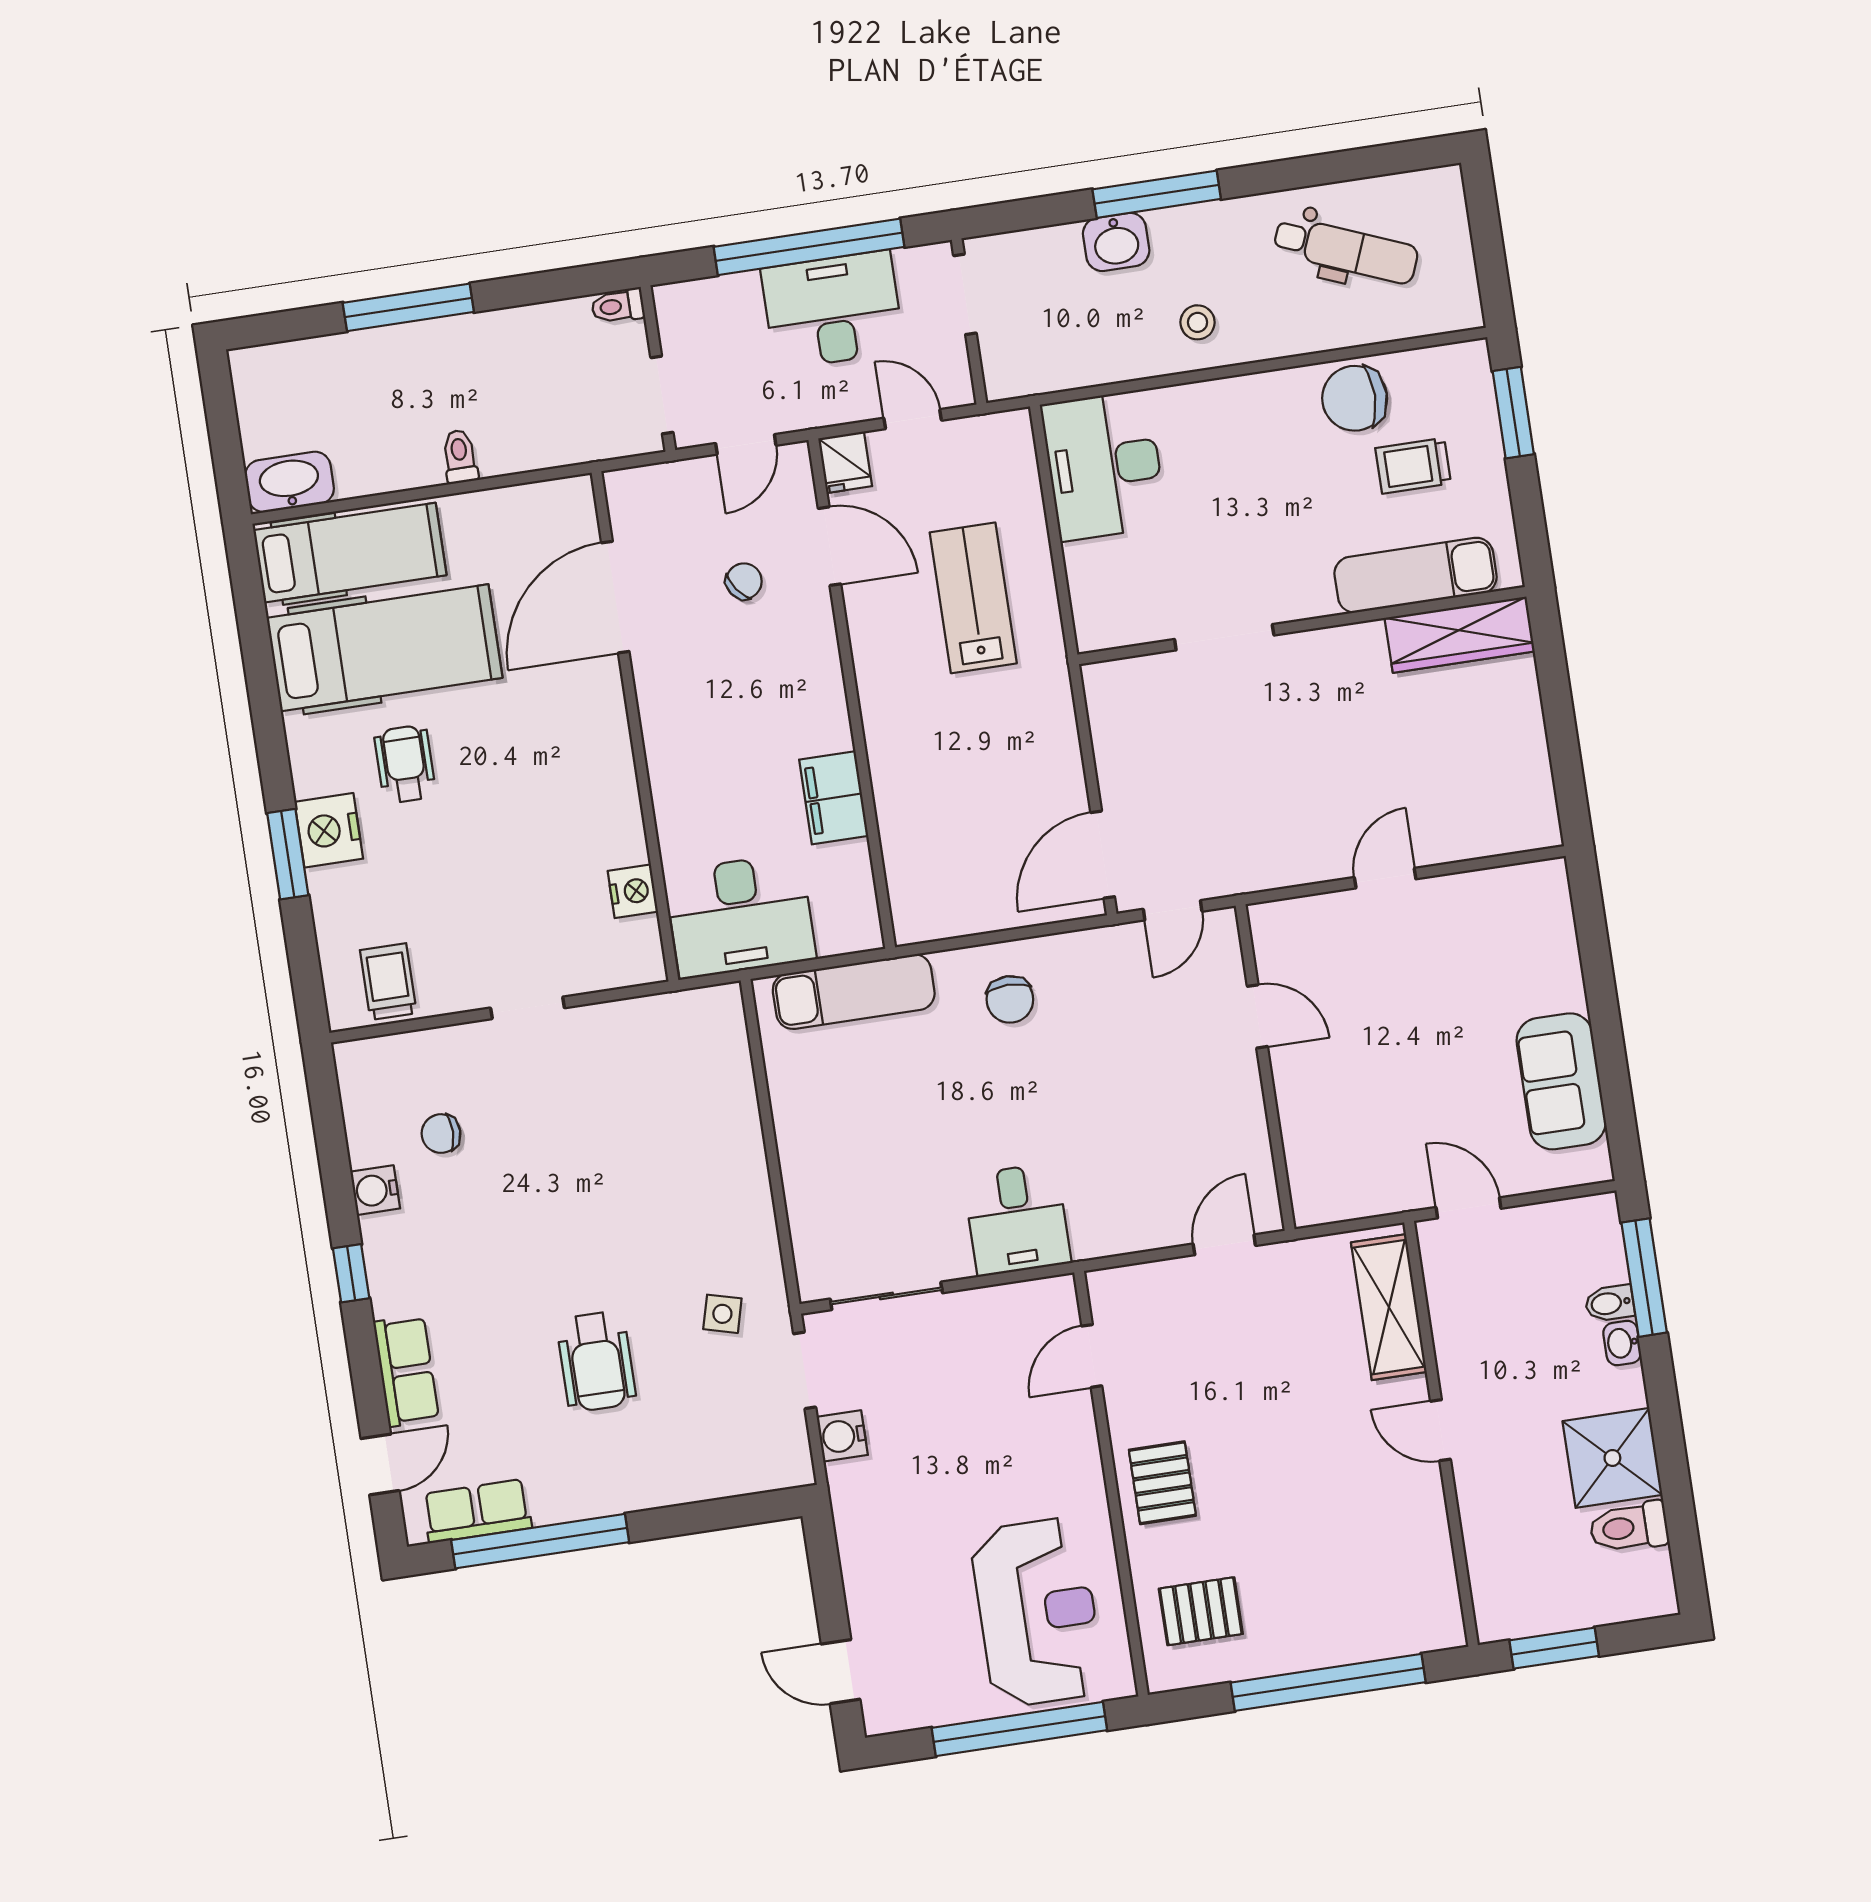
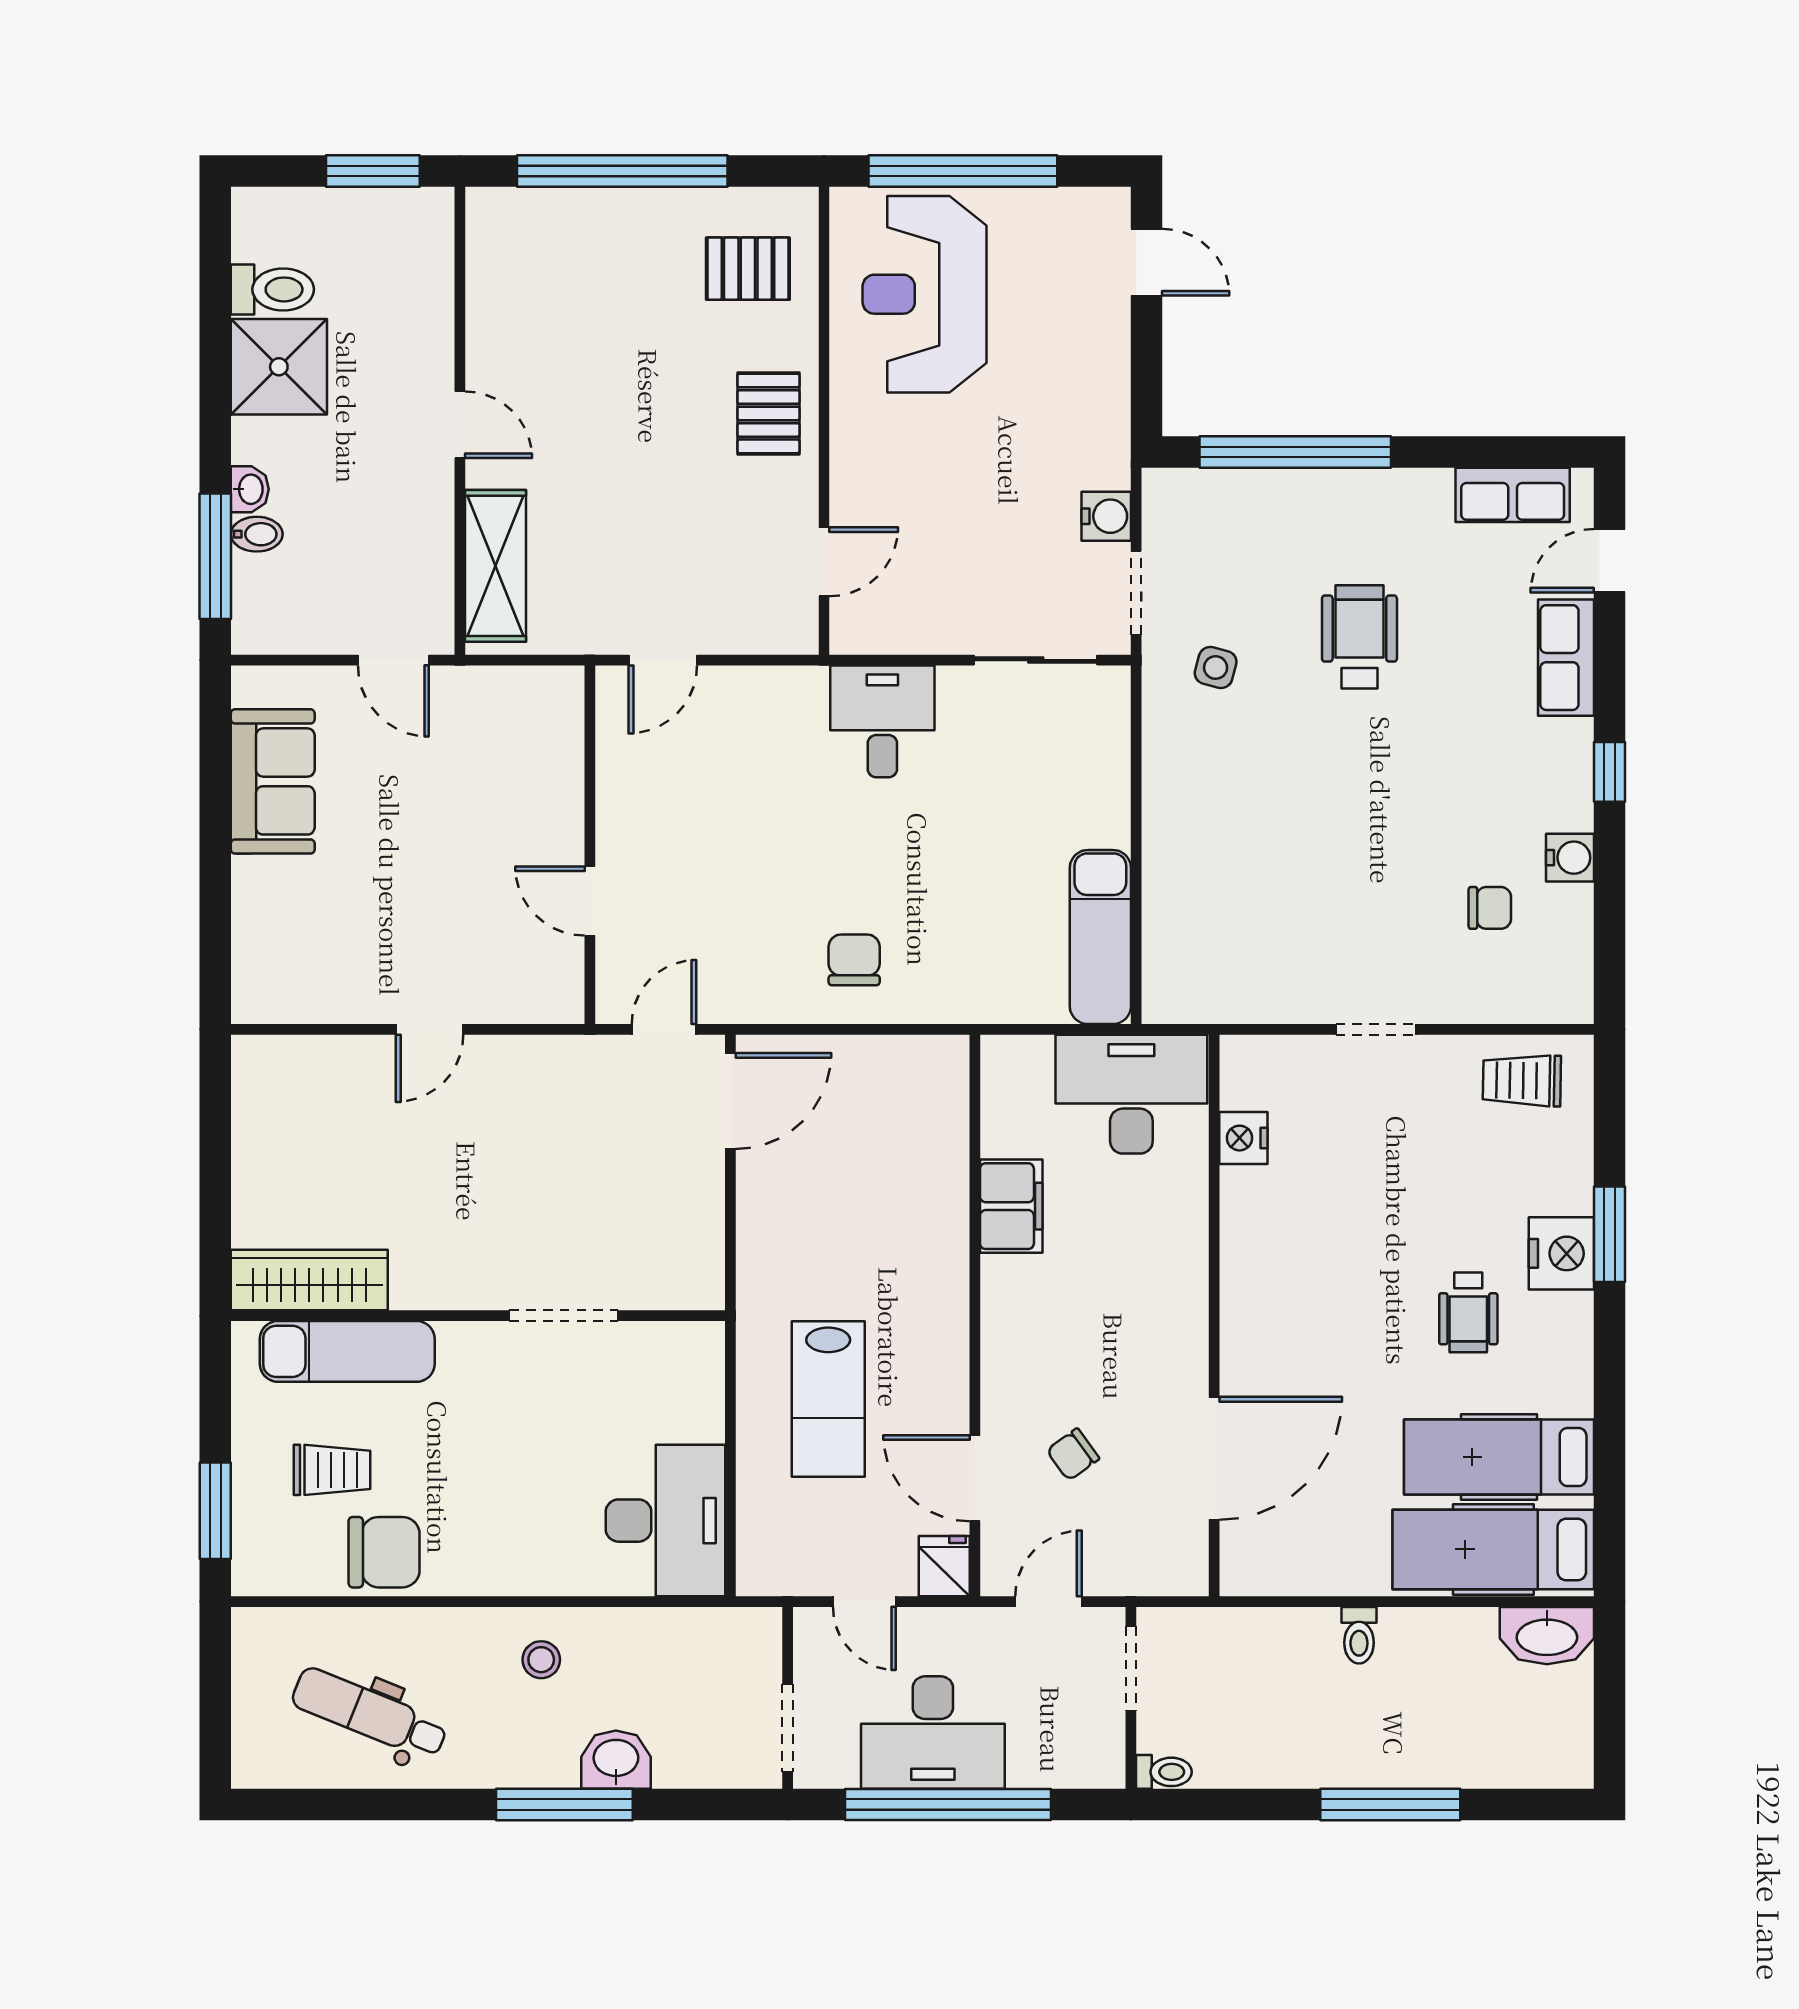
hospital bed: (385, 648) -> (1499, 1457), width x0.73, depth x0.78
trolley: (388, 982) -> (1522, 1081), turned 91
exam couch: (854, 992) -> (1100, 937), moved, turned -90
window: (540, 1541) -> (1295, 452), moved

